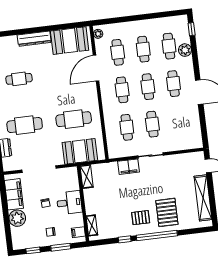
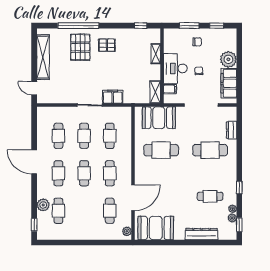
dresser: (34, 39) -> (201, 234), moved
cafe table: (143, 49) -> (58, 136), moved
desk: (69, 203) -> (175, 68), width x1.37
shelving: (92, 225) -> (156, 54), moved
filing cabinet: (78, 232) -> (170, 89), moved
window: (157, 236) -> (78, 26), moved
window: (125, 239) -> (141, 26), moved

